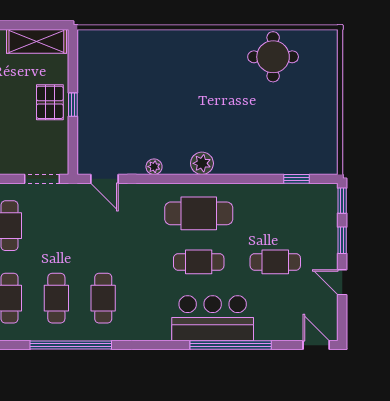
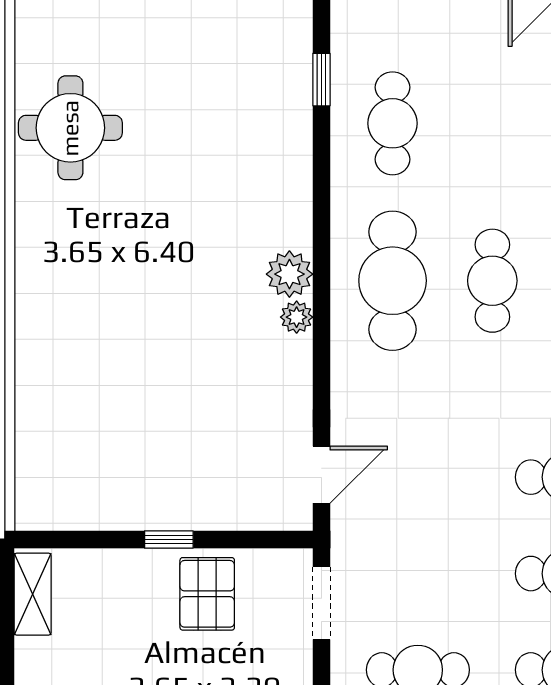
shelving: (36, 41) -> (33, 594), width x0.67, depth x0.75
pallet: (50, 102) -> (207, 594), moved, turned 90
plant: (154, 167) -> (297, 317), moved
cafe table: (275, 262) -> (393, 123), moved

